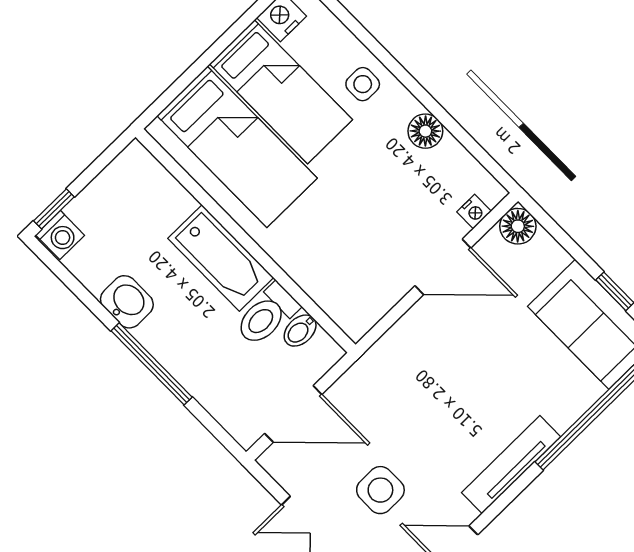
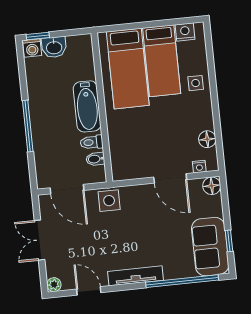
floor lamp: (425, 131) -> (207, 139), moved
washbasin: (127, 302) -> (54, 47), moved, turned 90
toilet: (267, 315) -> (92, 142), width x0.73, depth x0.72
side table: (380, 490) -> (109, 201), moved

